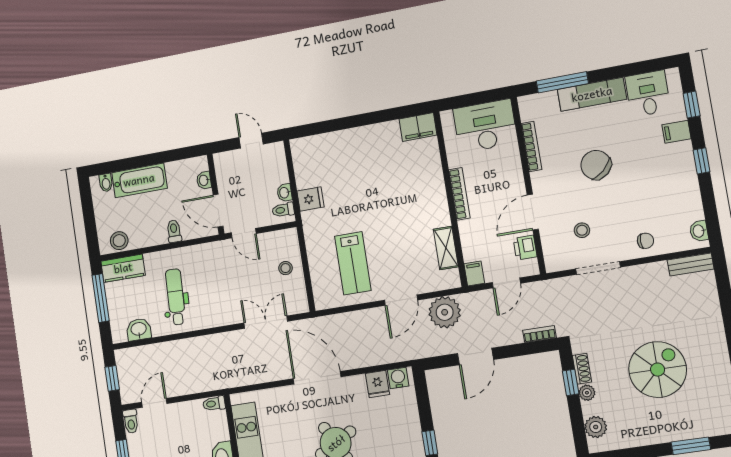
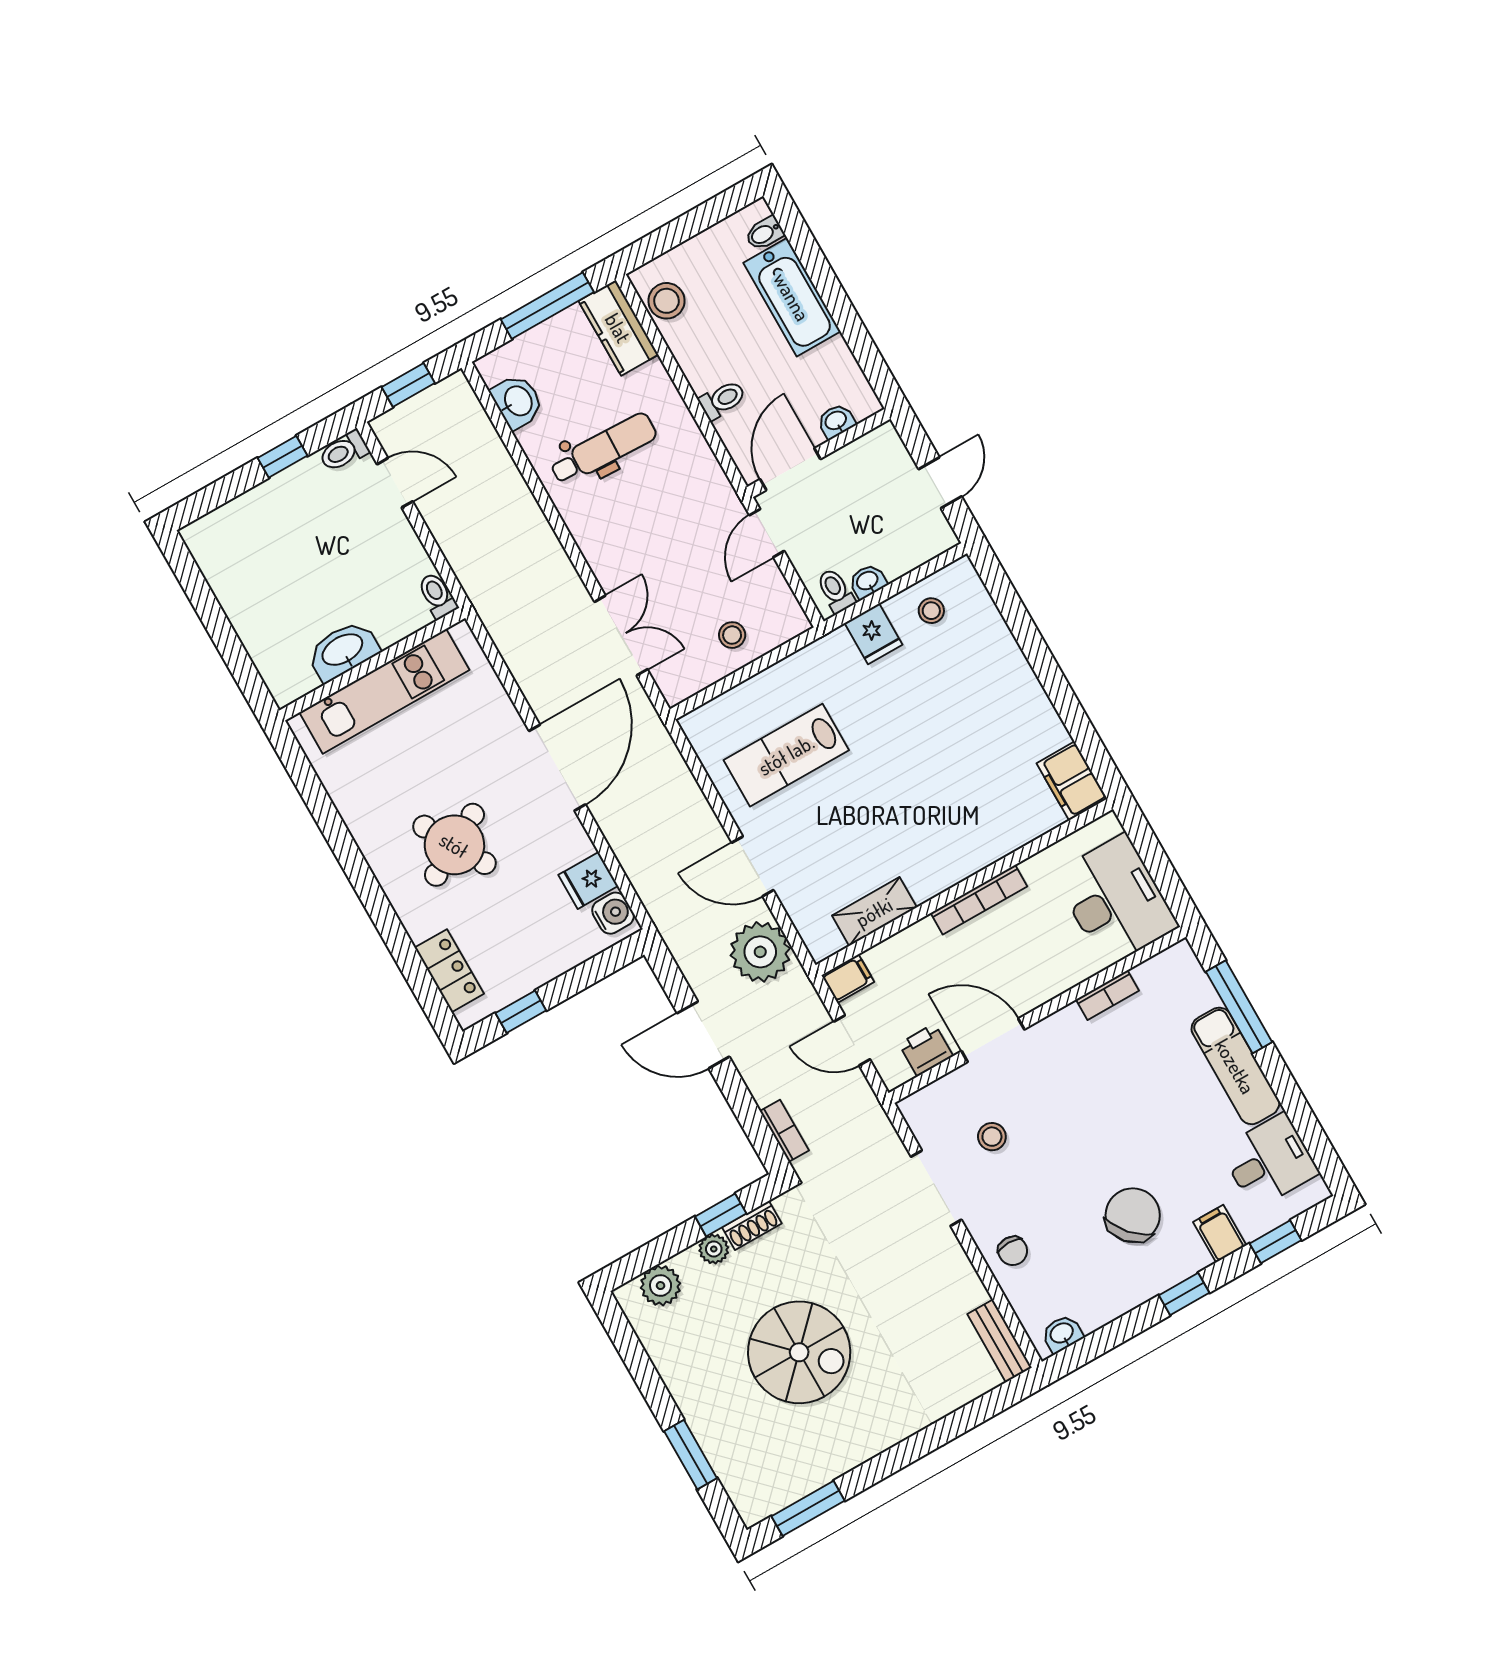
bookcase: (531, 146) -> (1107, 995), width x0.64
chair: (596, 165) -> (1133, 1215), moved
stool: (310, 167) -> (931, 611), added

